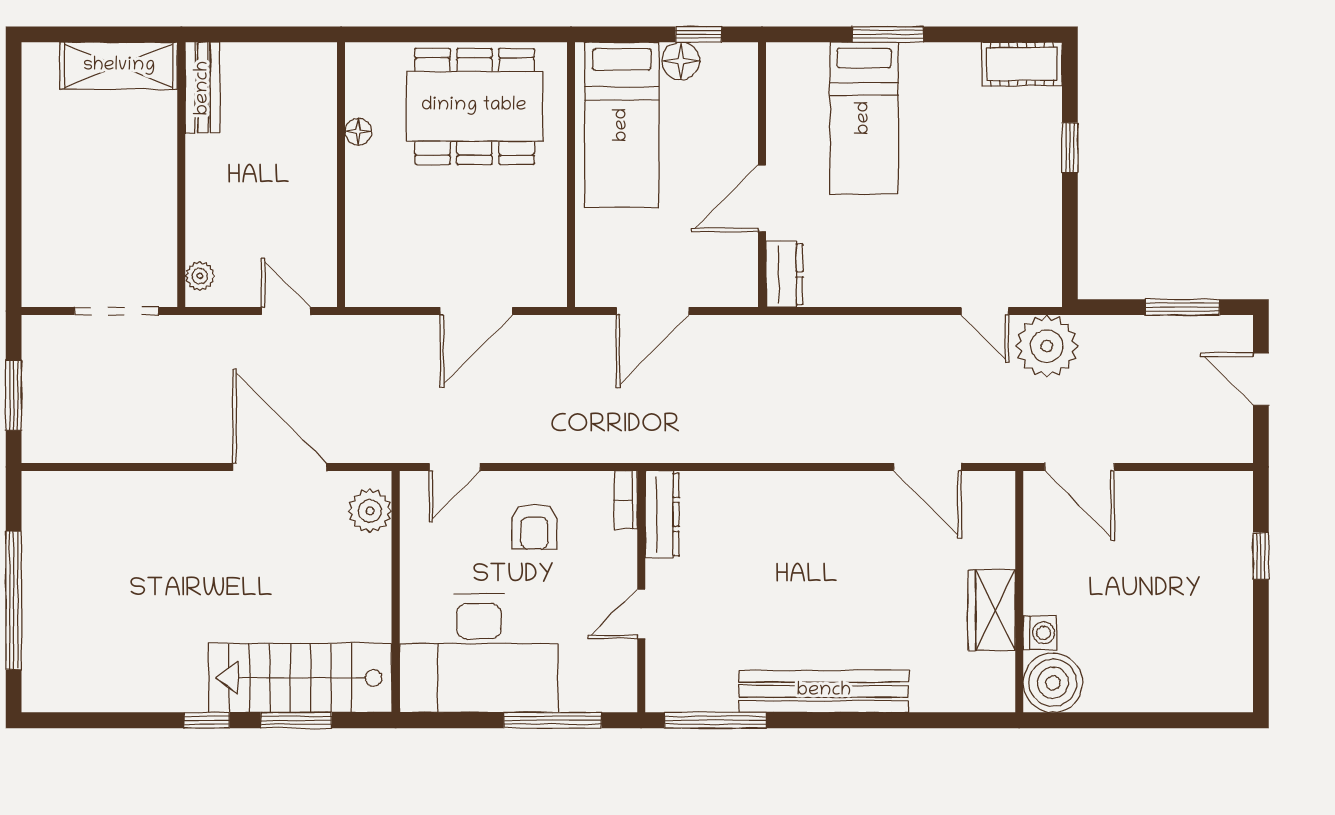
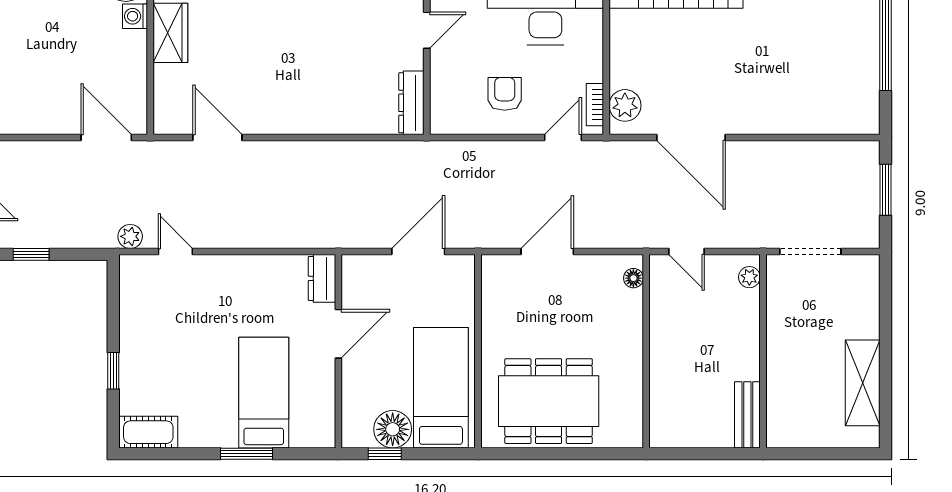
floor lamp: (681, 61) -> (393, 429), width x1.38, depth x1.38
shelving: (119, 66) -> (863, 383), moved, turned 90
floor lamp: (358, 132) -> (633, 278), moved
window: (1182, 307) -> (31, 254), width x0.67
plant: (1047, 346) -> (130, 236), width x0.53, depth x0.53
bookcase: (626, 500) -> (595, 105), moved, turned 180

